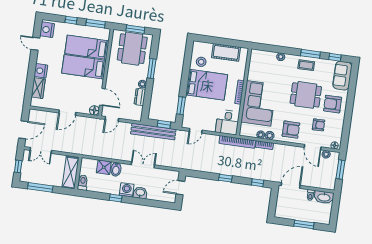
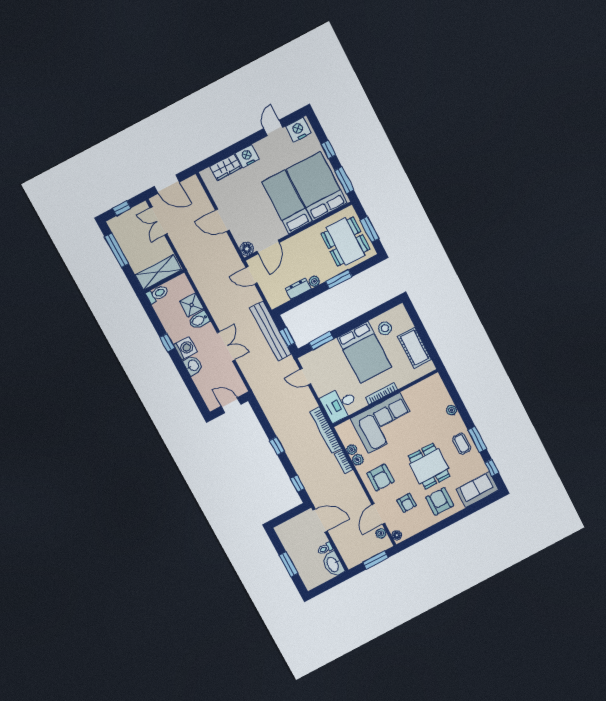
bed: (87, 47) -> (317, 186), width x1.50
dining table: (132, 49) -> (345, 242), turned 90

